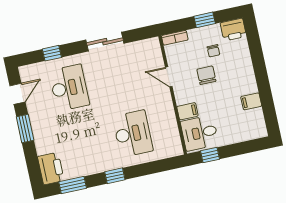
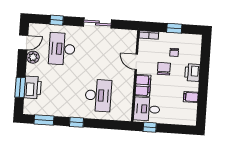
printer: (233, 30) -> (192, 72), moved, turned 90
desk: (69, 88) -> (62, 49), turned 180
plant: (35, 109) -> (33, 57), added
filing cabinet: (187, 111) -> (143, 85), width x2.00
window: (25, 128) -> (20, 87), moved
printer: (51, 168) -> (33, 87), moved

